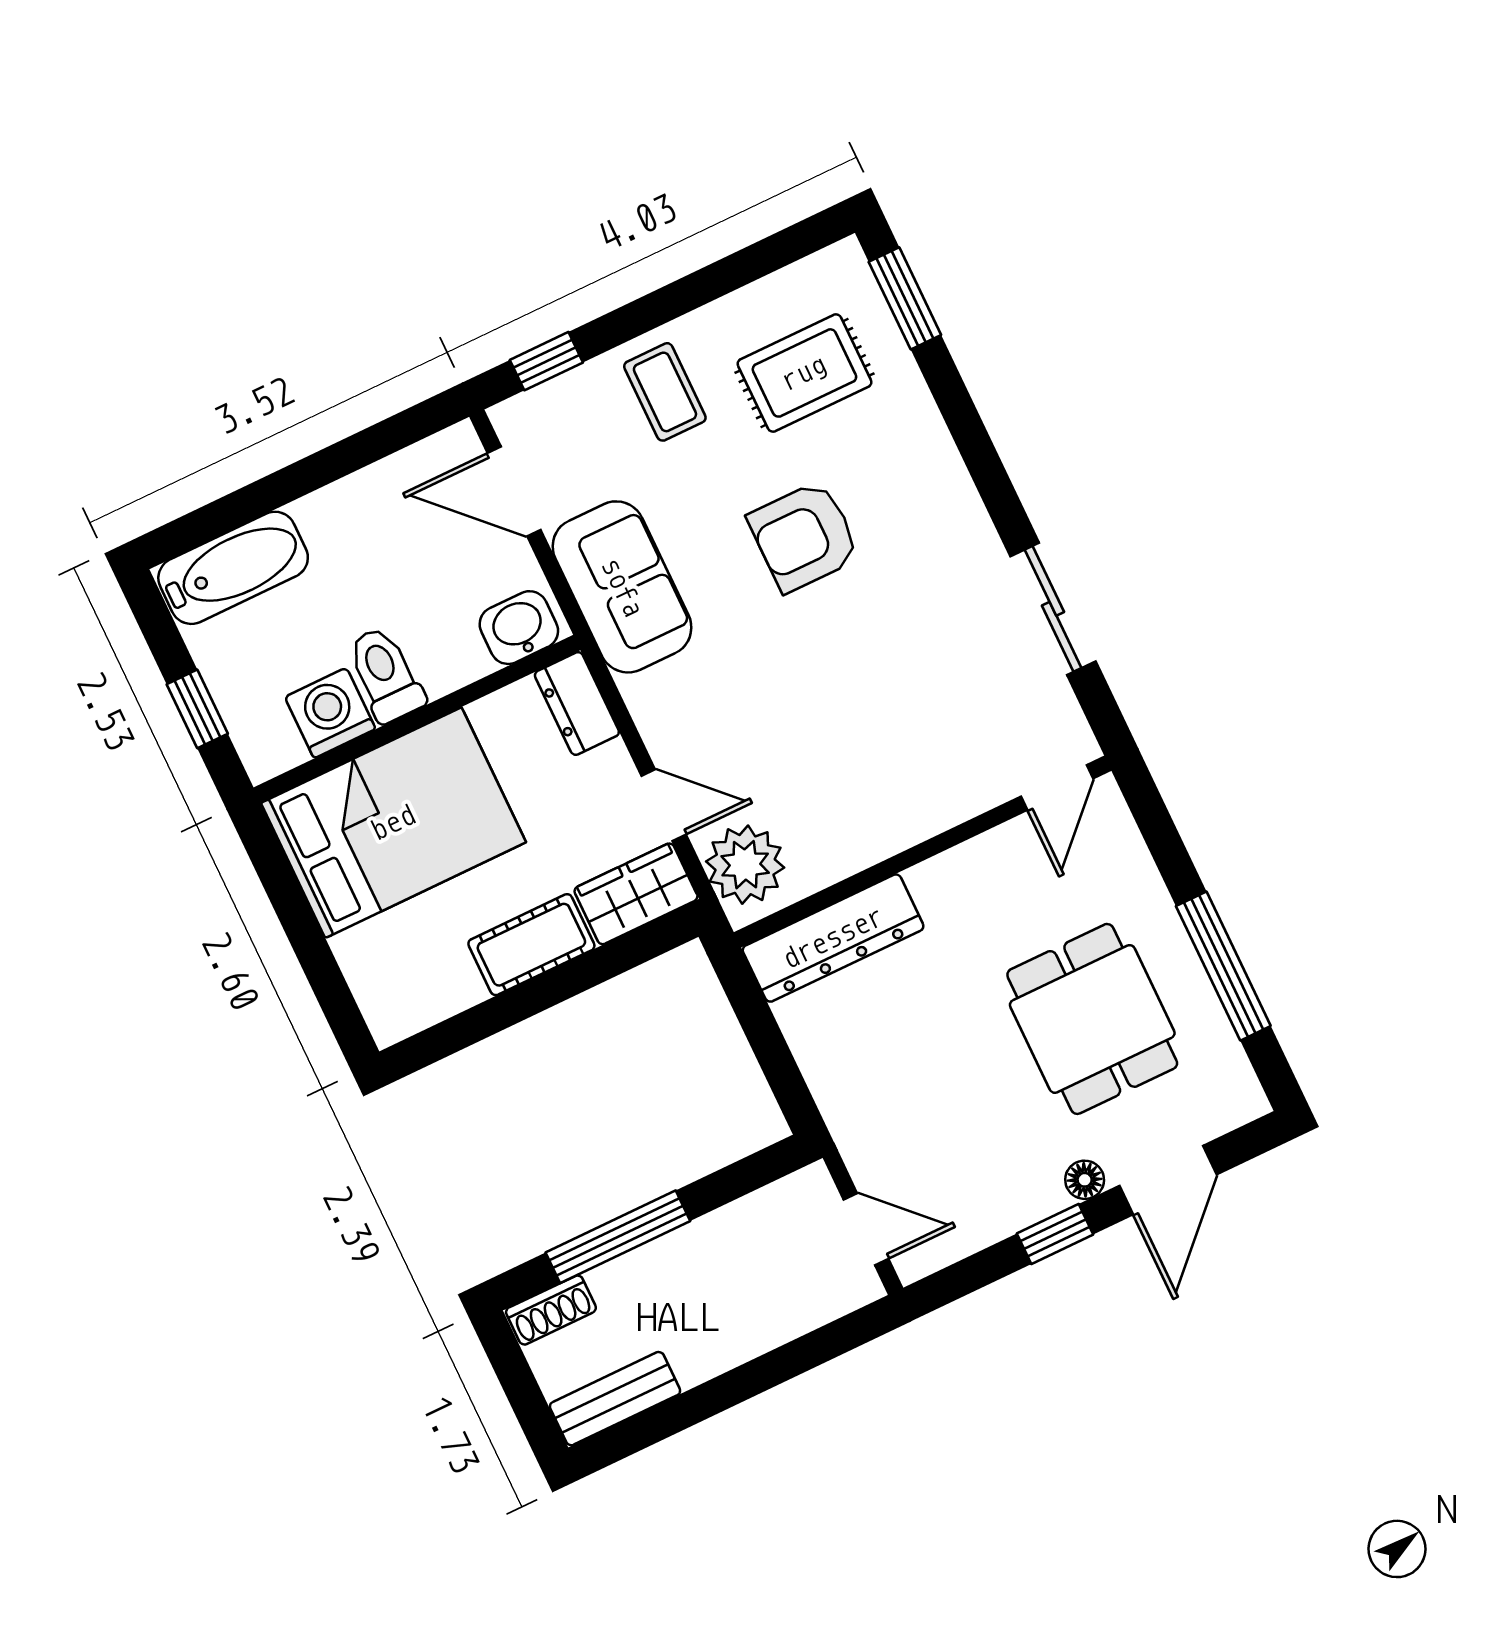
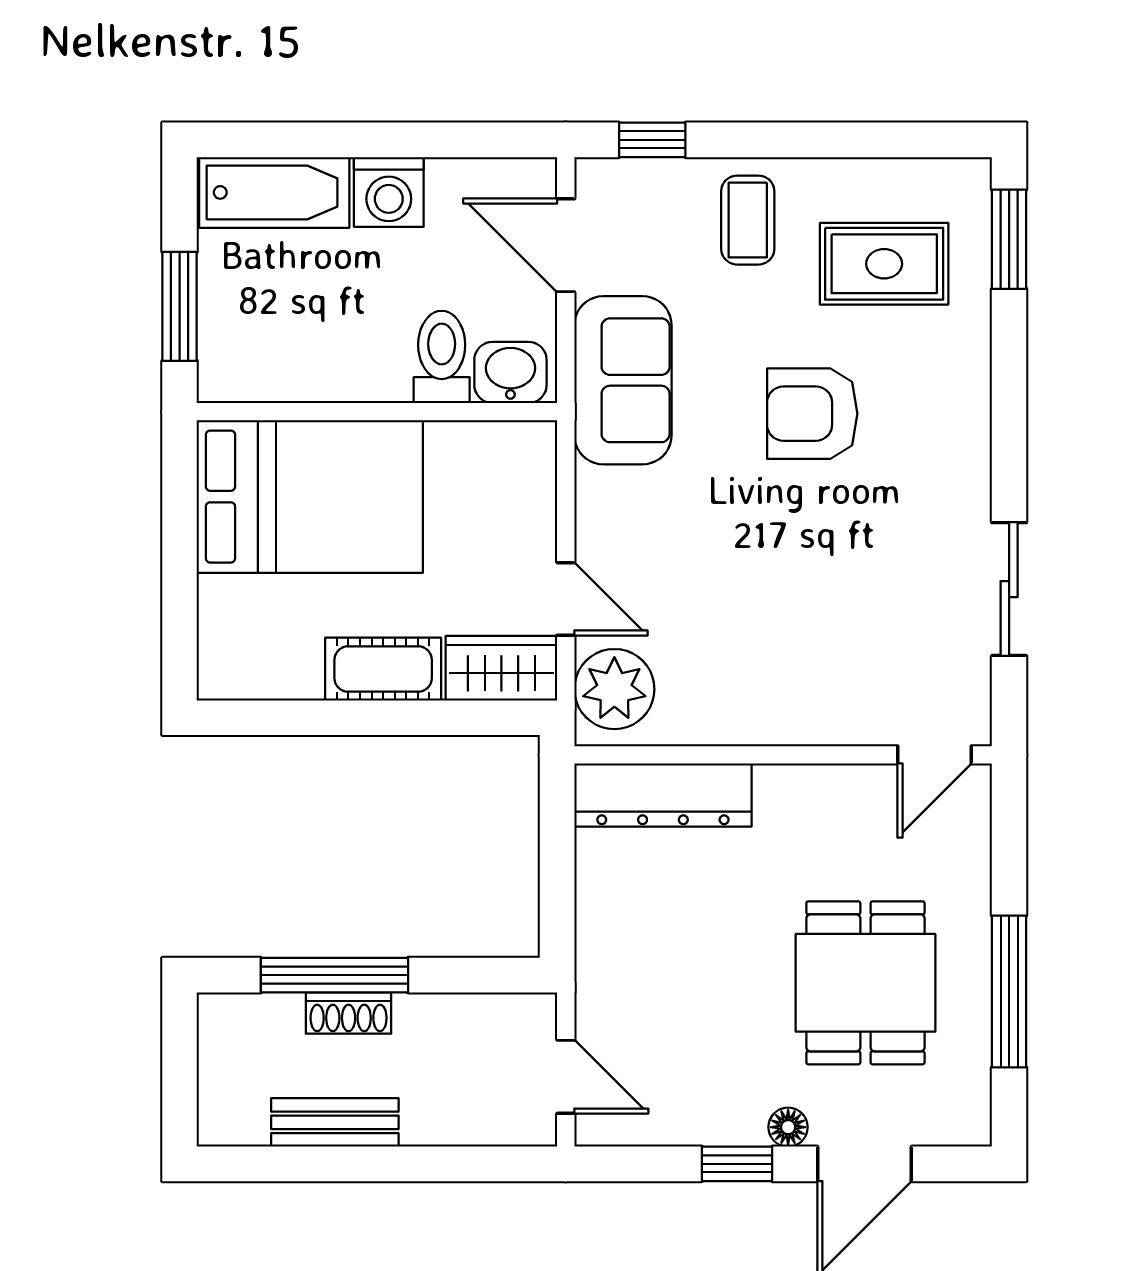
toilet: (385, 674) -> (442, 357), moved
dresser: (577, 704) -> (531, 468), removed
window: (197, 709) -> (180, 306), width x1.50
washing machine: (330, 713) -> (389, 192), moved, turned 180
shoe rack: (551, 1310) -> (349, 1013), moved
bench: (615, 1399) -> (335, 1122), moved

